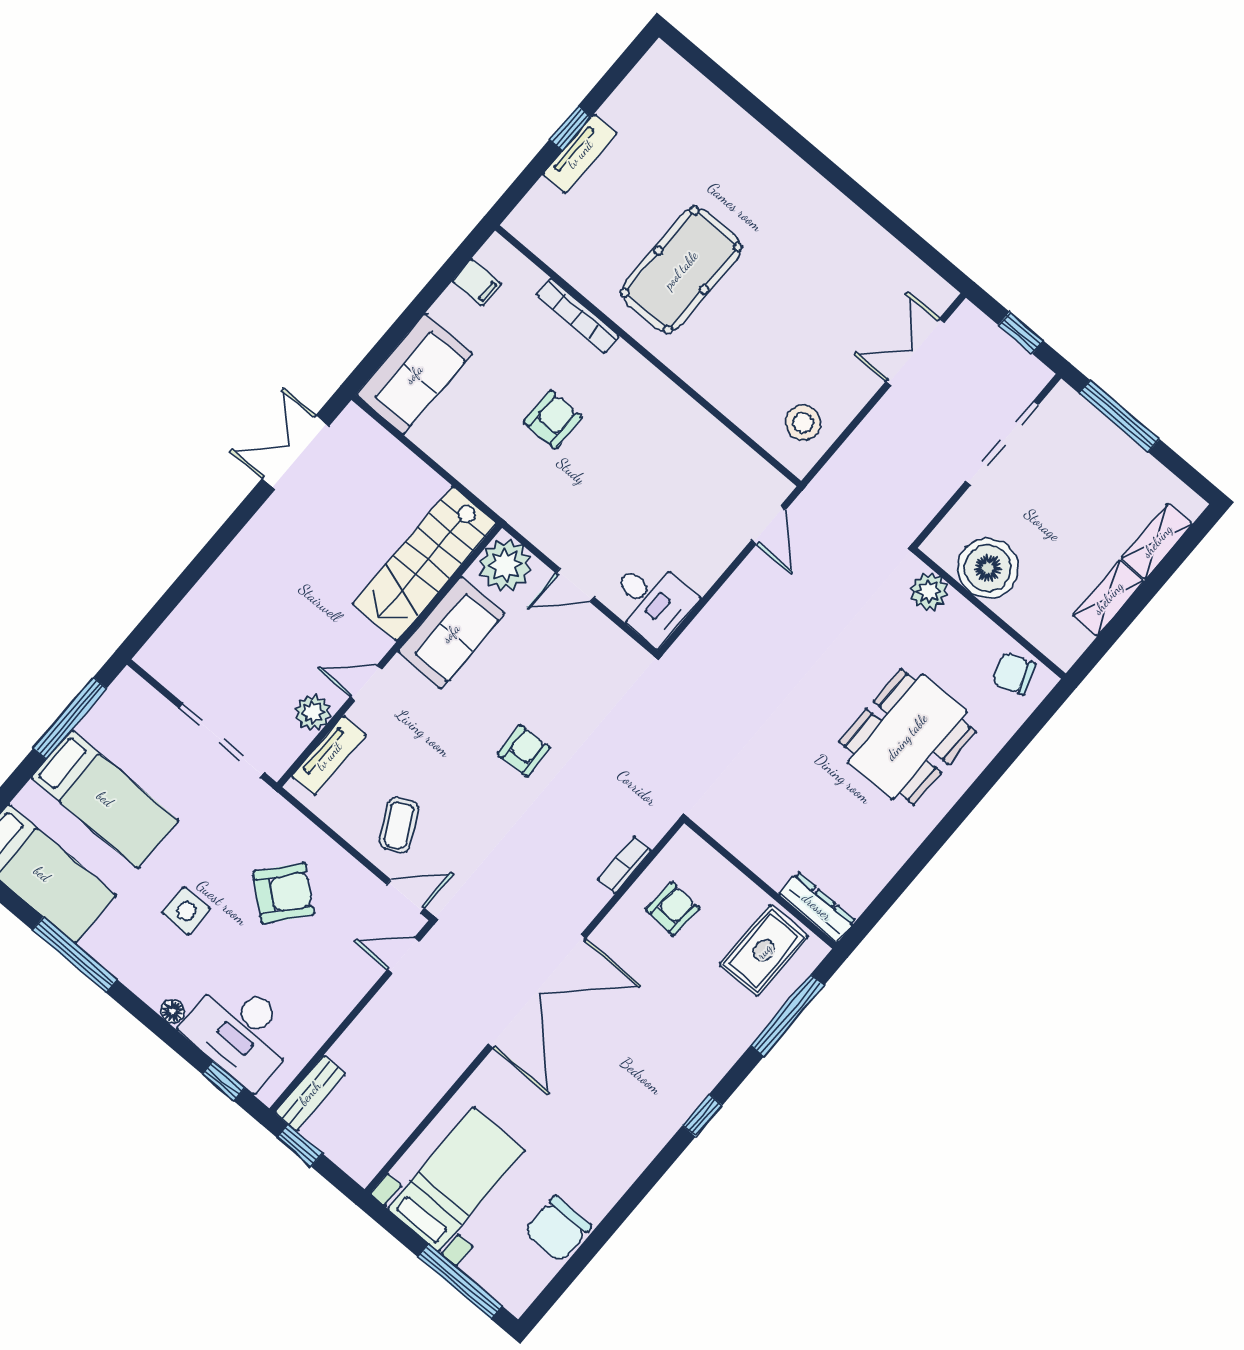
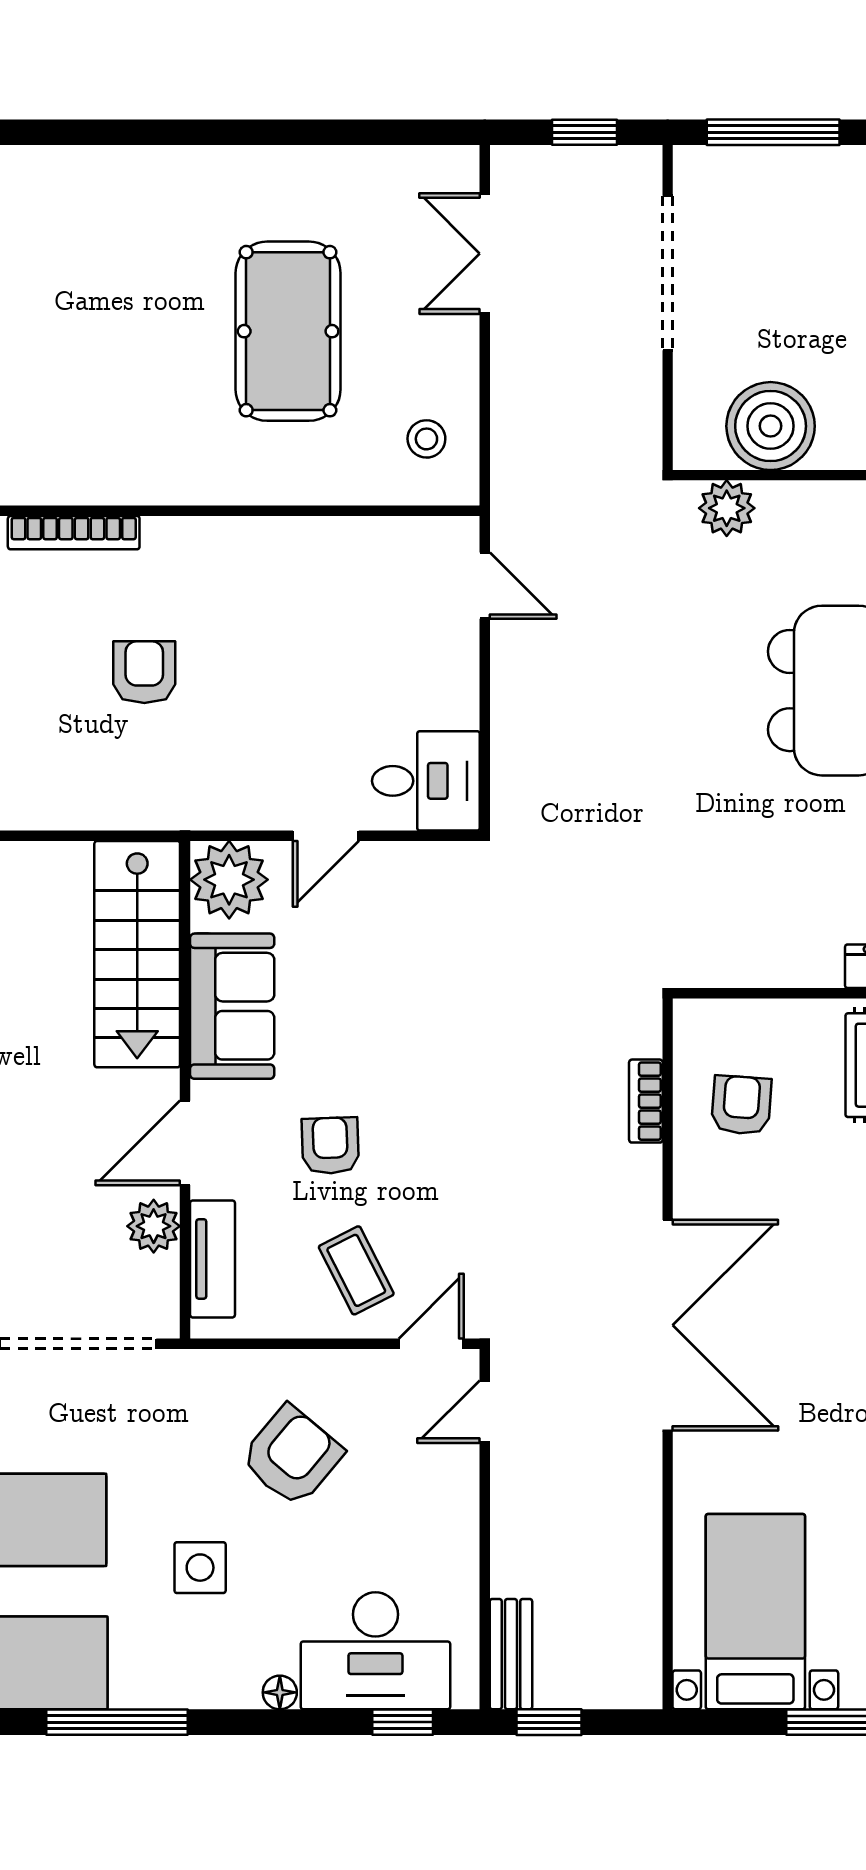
pool table: (681, 270) -> (288, 331), moved
stool: (803, 423) -> (426, 439), width x0.73, depth x0.73
door: (366, 683) -> (185, 1143), width x1.37
armchair: (524, 751) -> (330, 1146), moved

